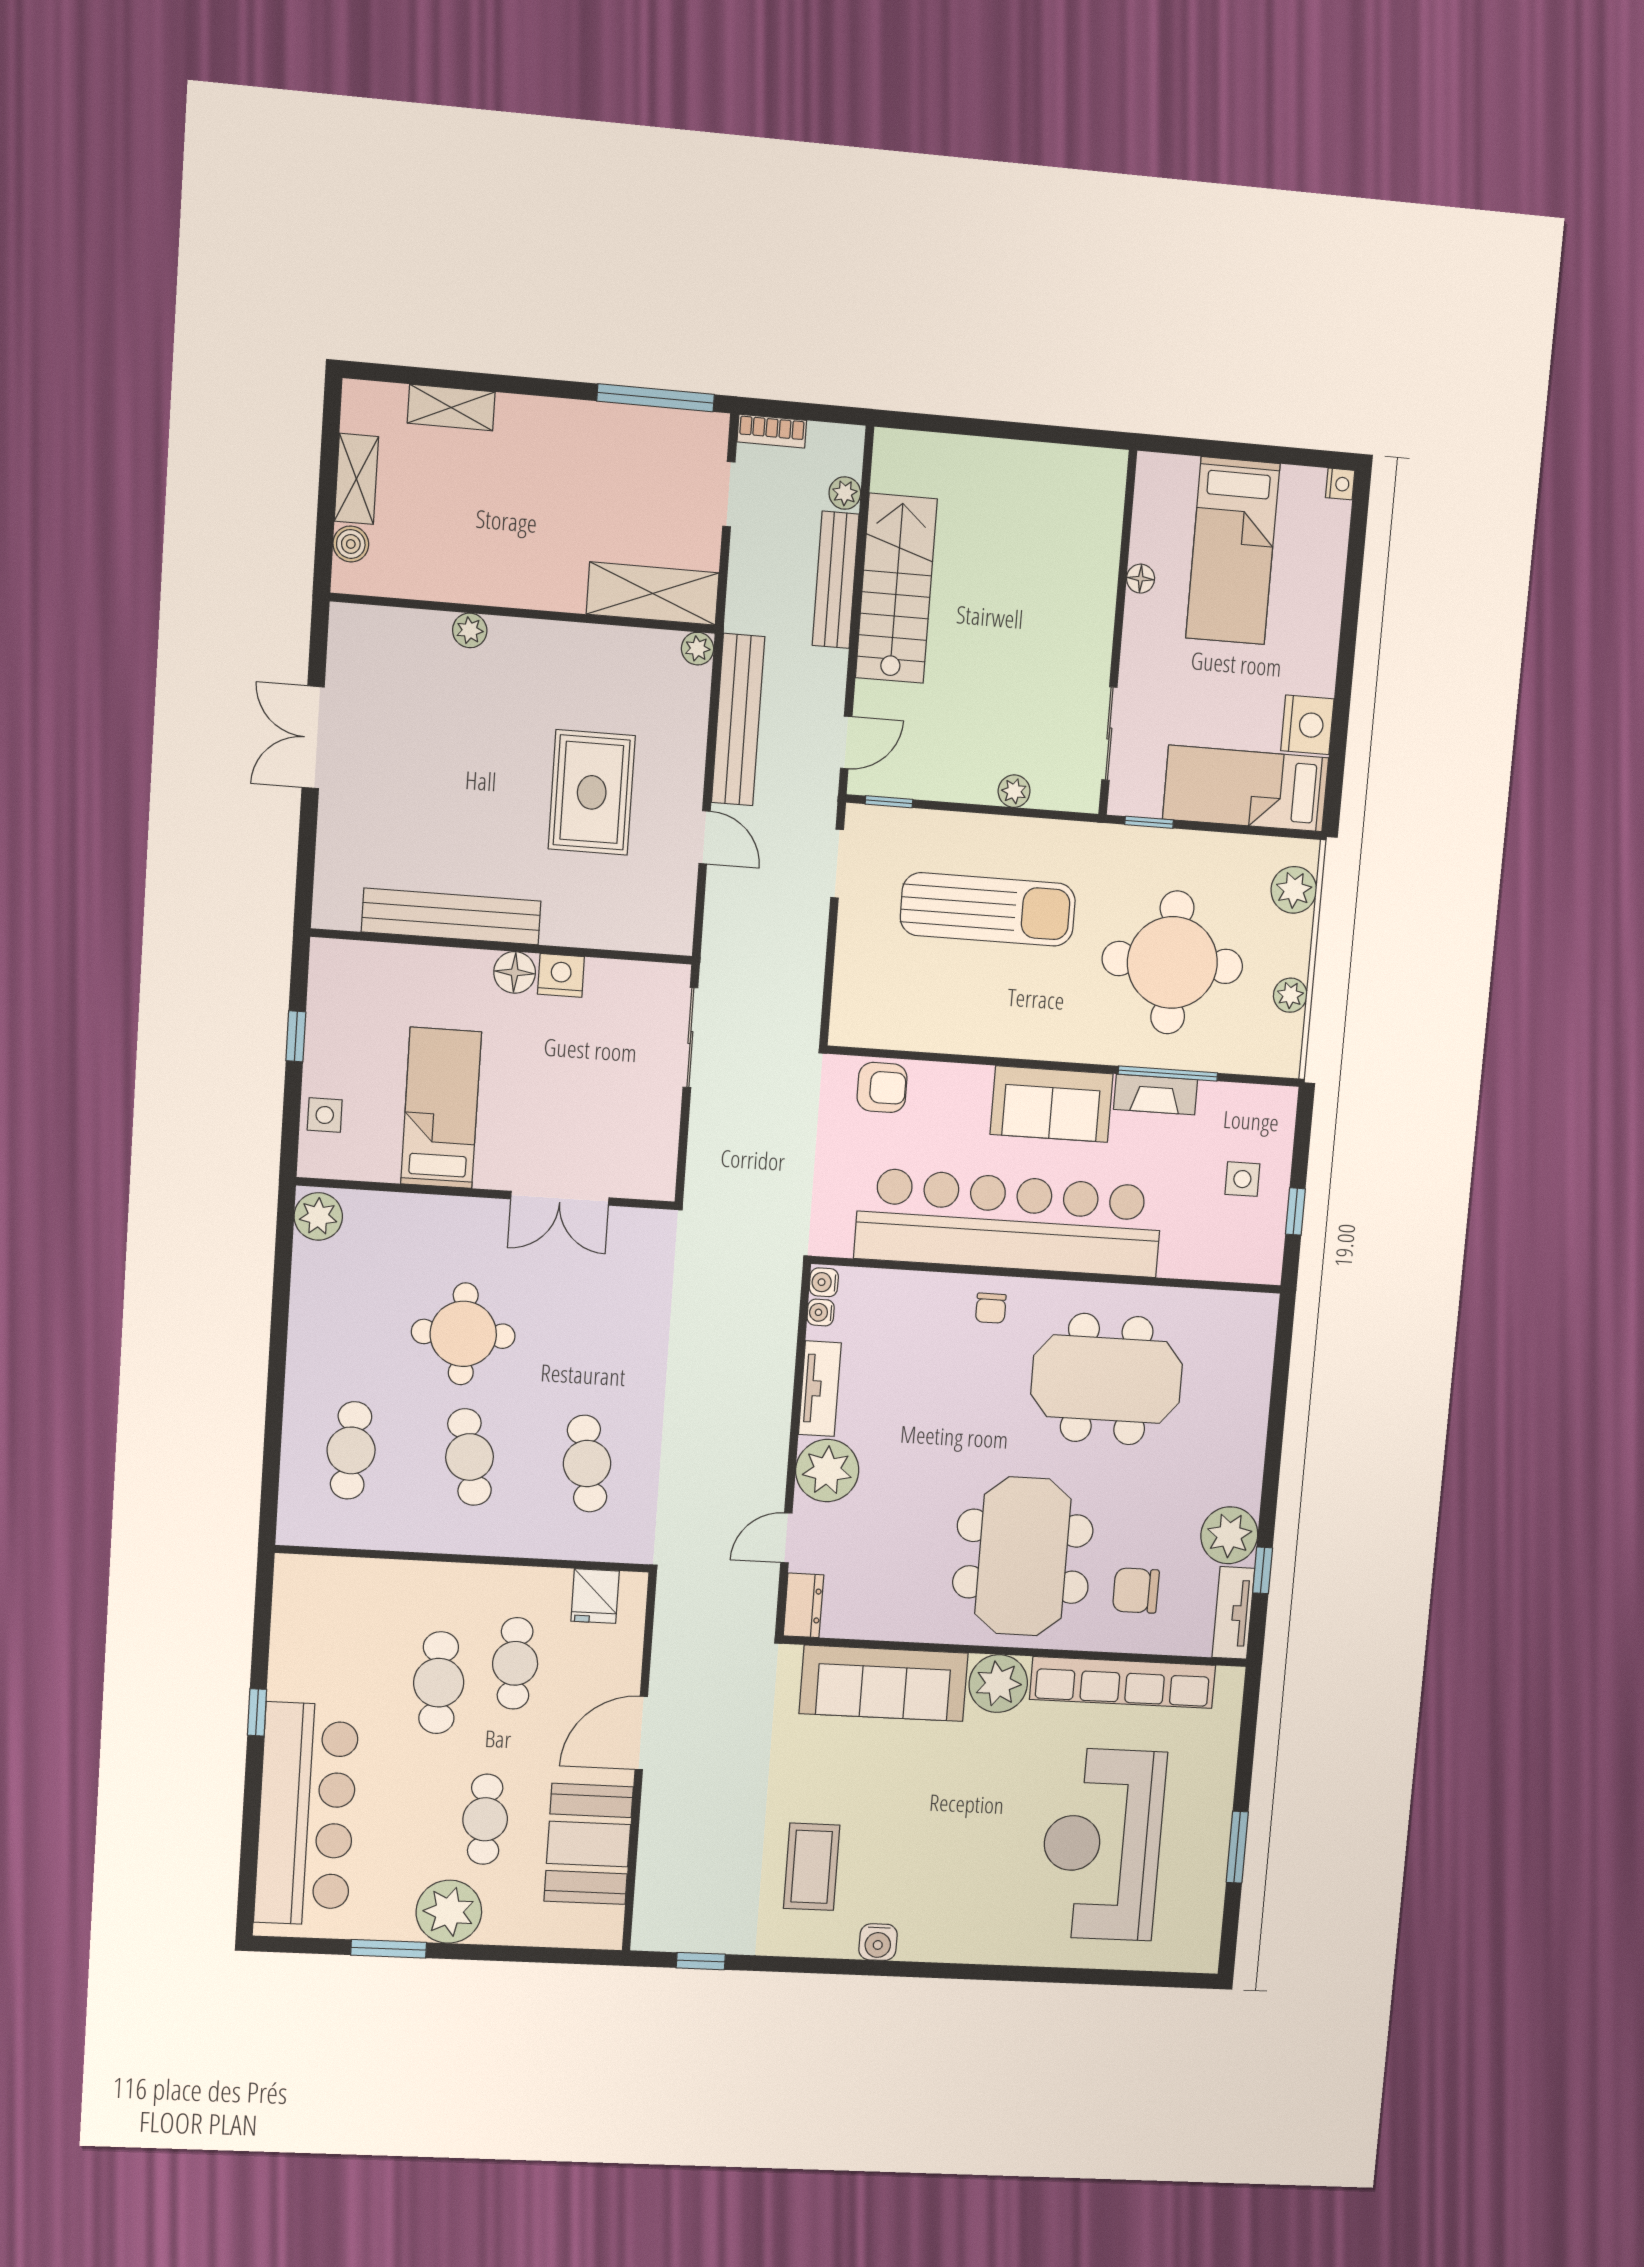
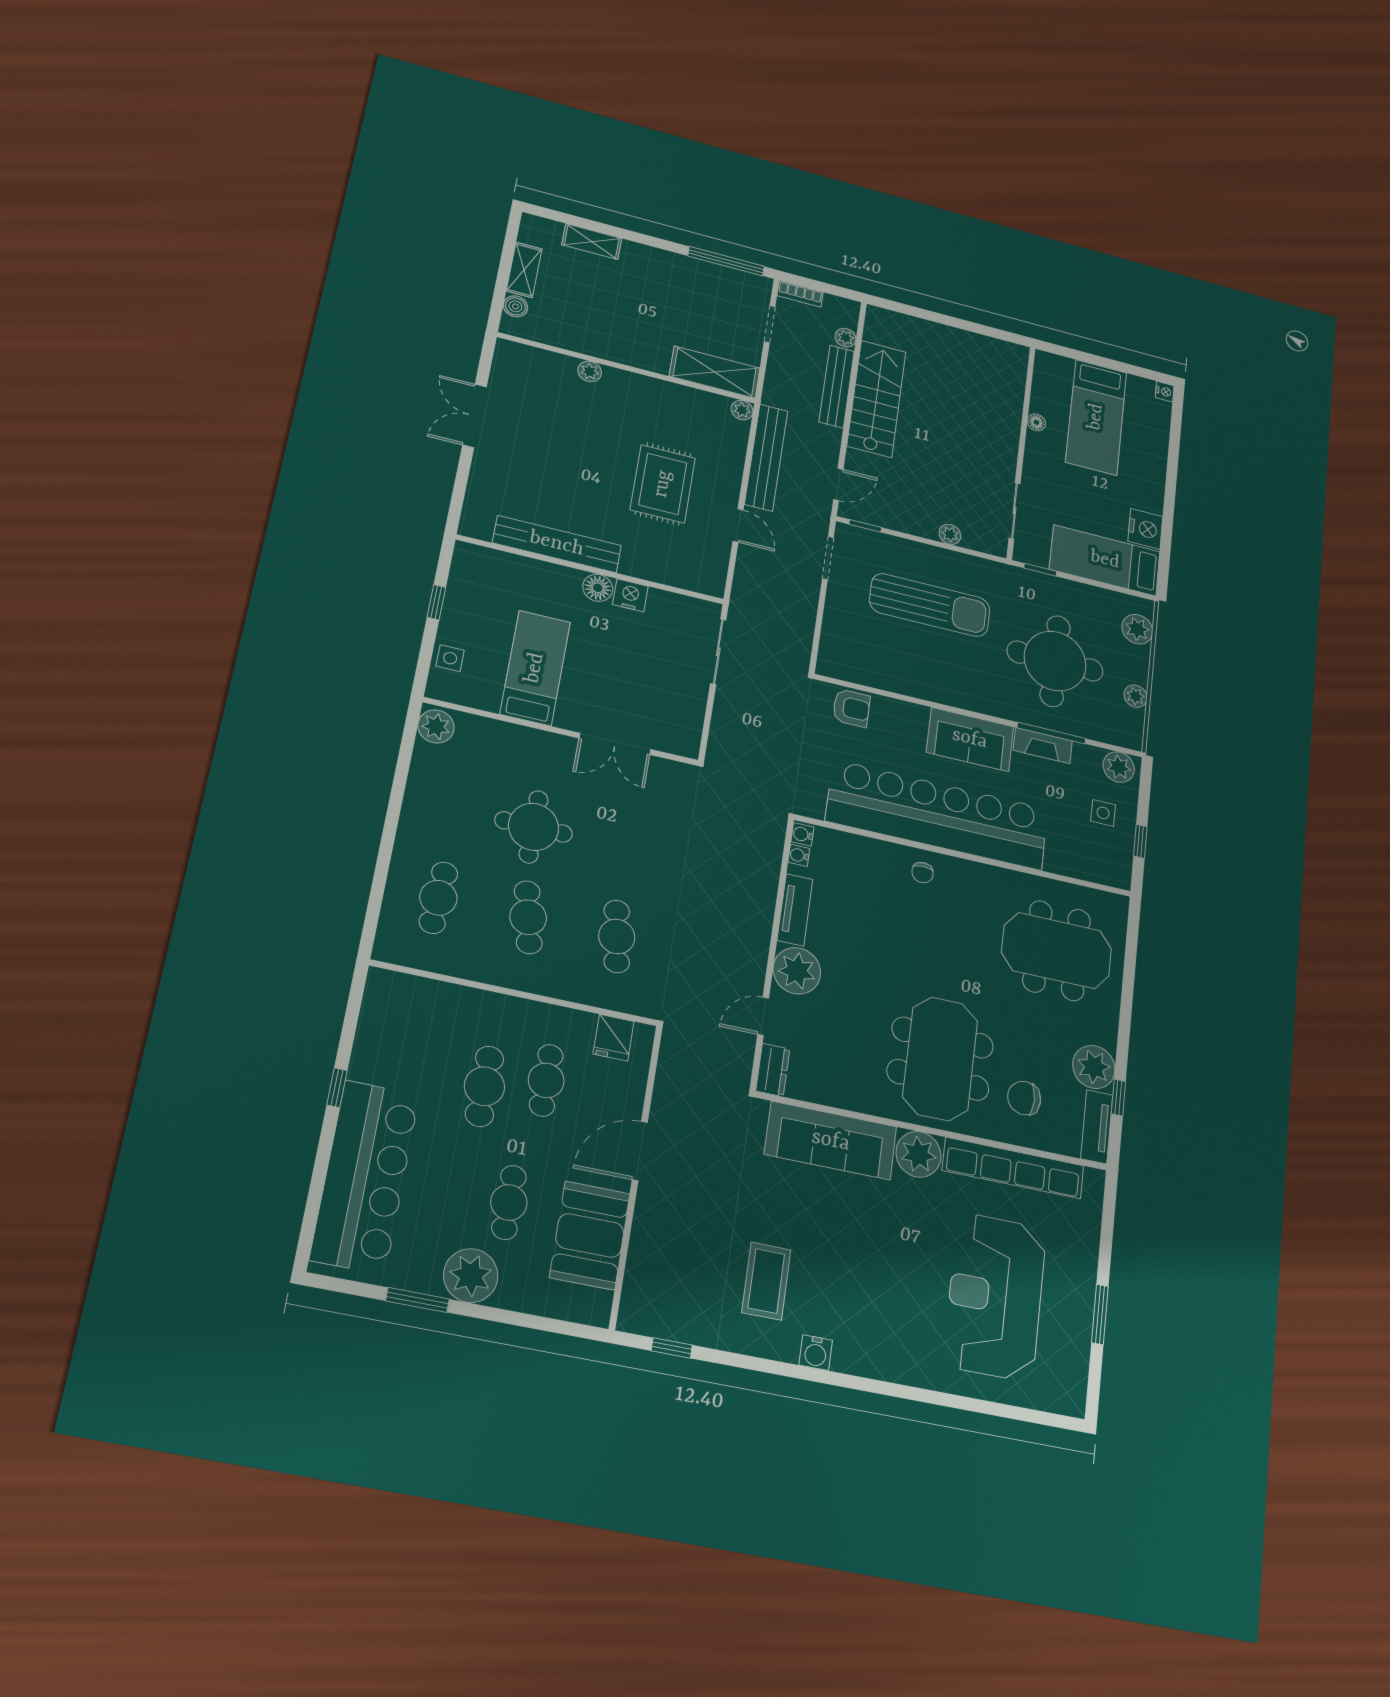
plant: (1265, 1107) -> (1119, 767), added
meeting table: (1107, 1379) -> (1057, 951), moved

